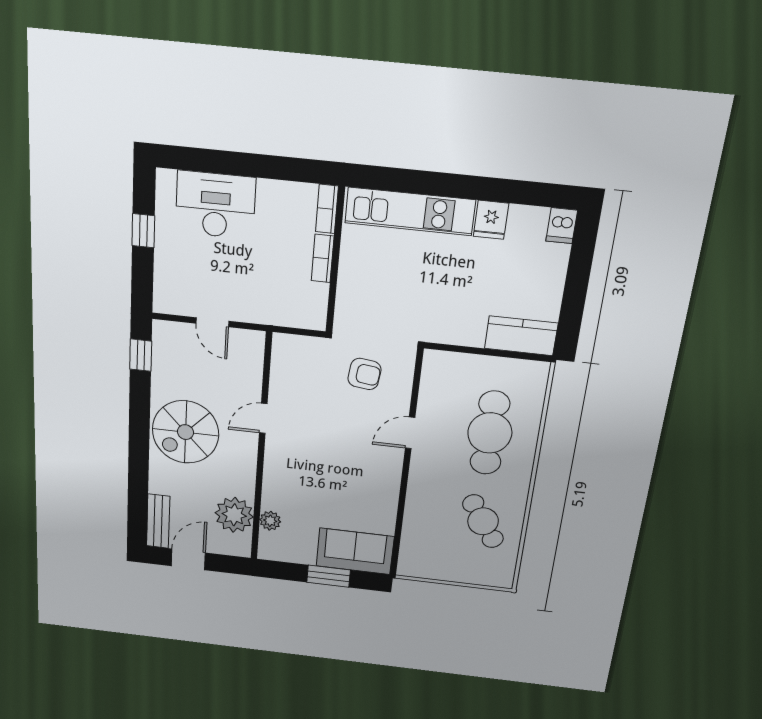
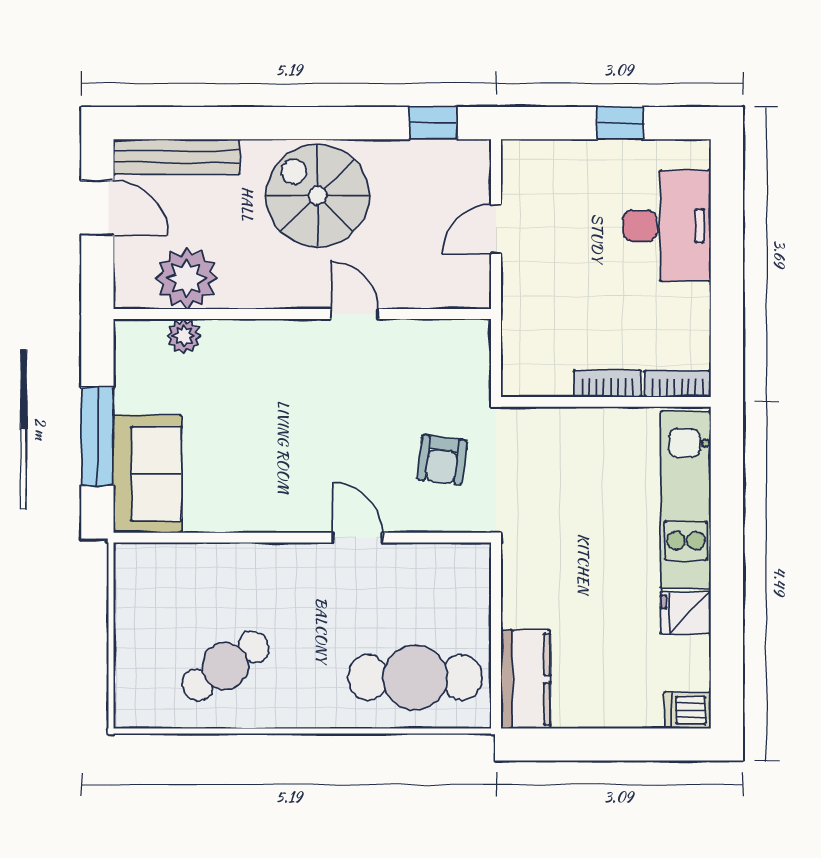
cafe table: (490, 433) -> (415, 678), moved
bench: (158, 521) -> (177, 157), width x1.36
window: (329, 576) -> (97, 436), width x1.44

